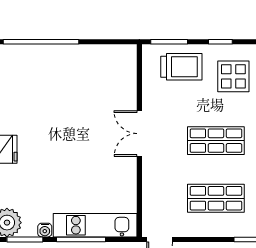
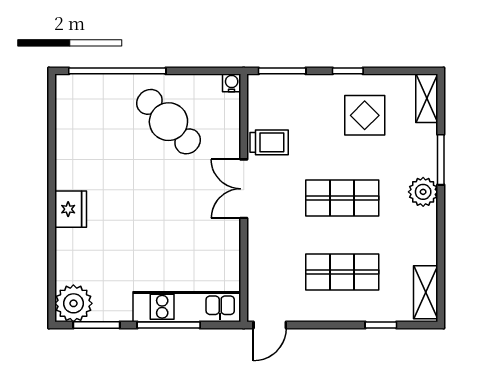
trolley: (181, 67) -> (269, 142), moved, width x0.73, depth x0.72
cafe table: (81, 81) -> (168, 122), added
water cooler: (45, 230) -> (232, 83), moved, turned 180

